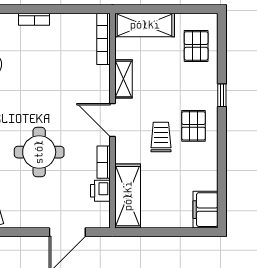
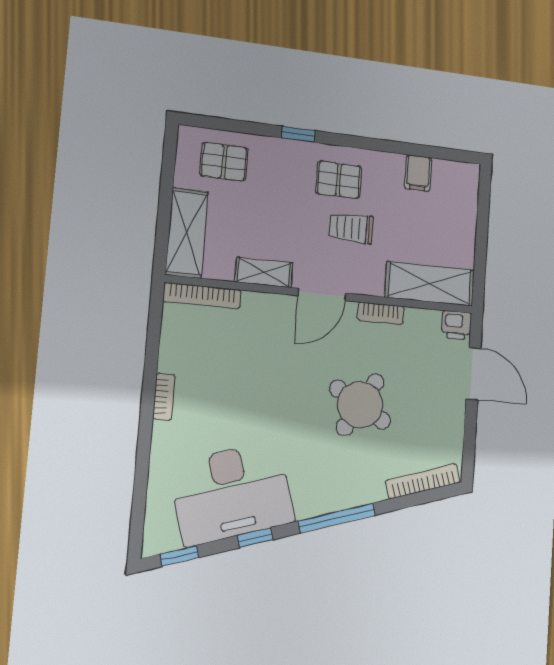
round table: (39, 152) -> (360, 405), turned 31
printer: (100, 191) -> (456, 325), moved
filing cabinet: (206, 210) -> (418, 173), moved, width x0.50

